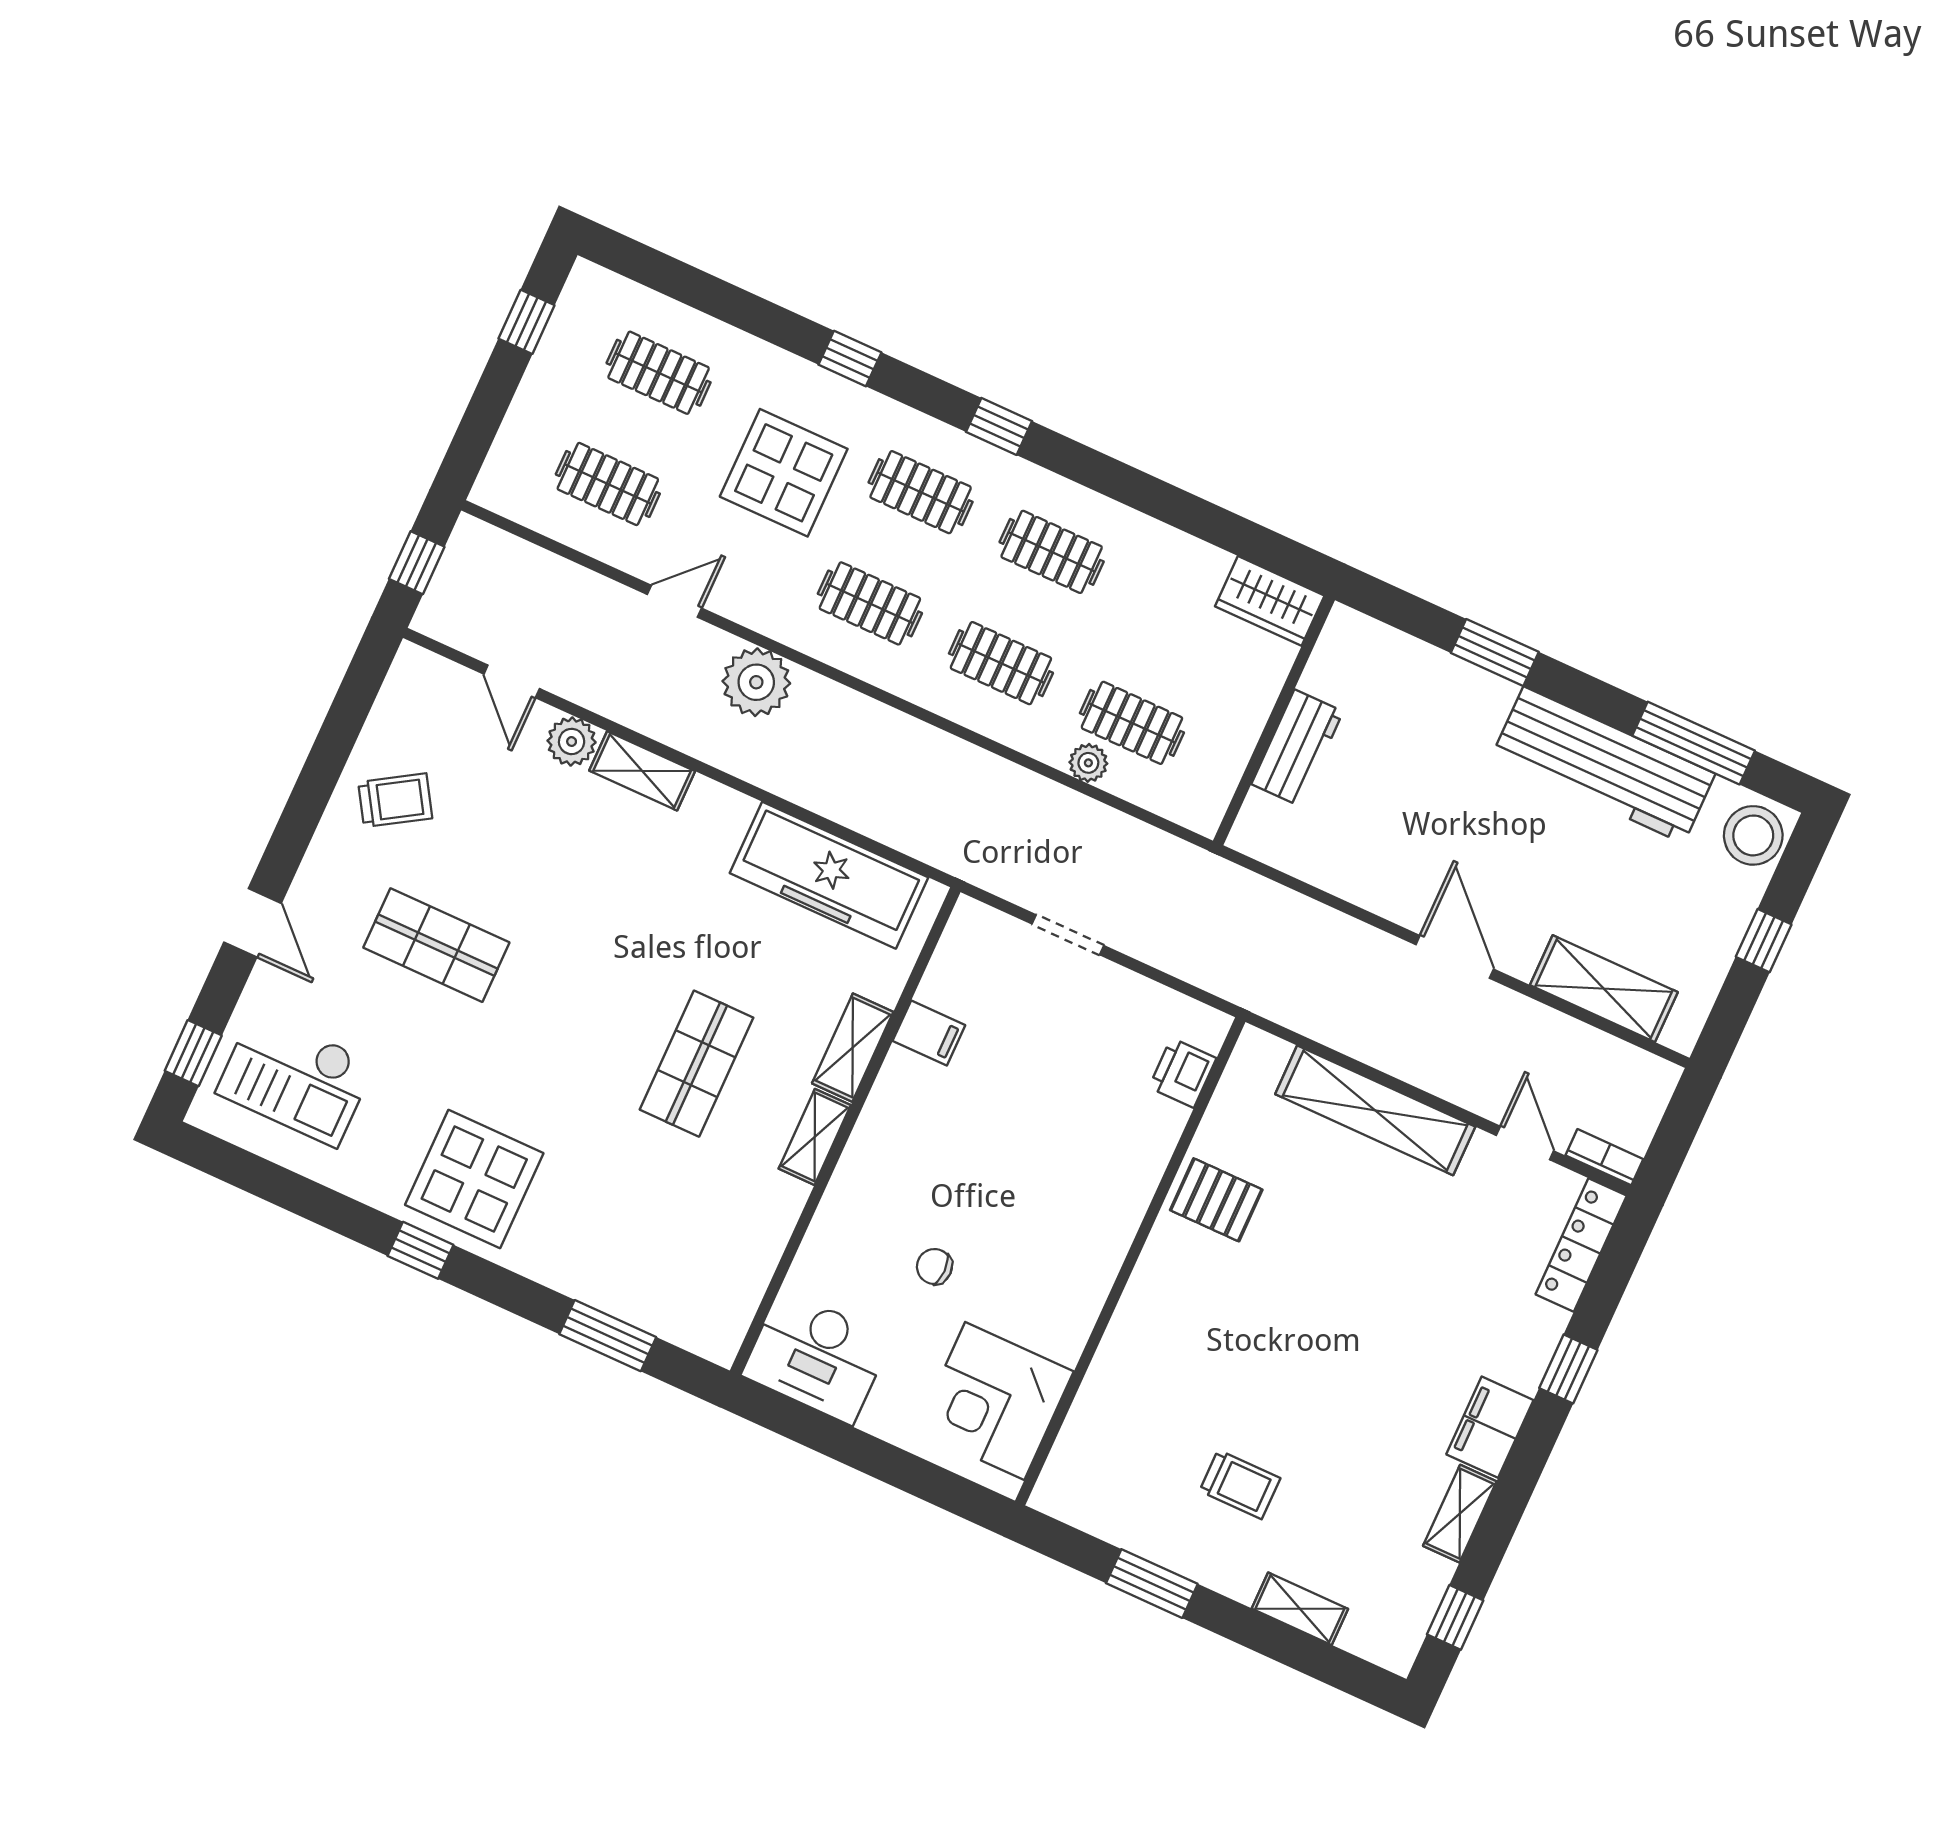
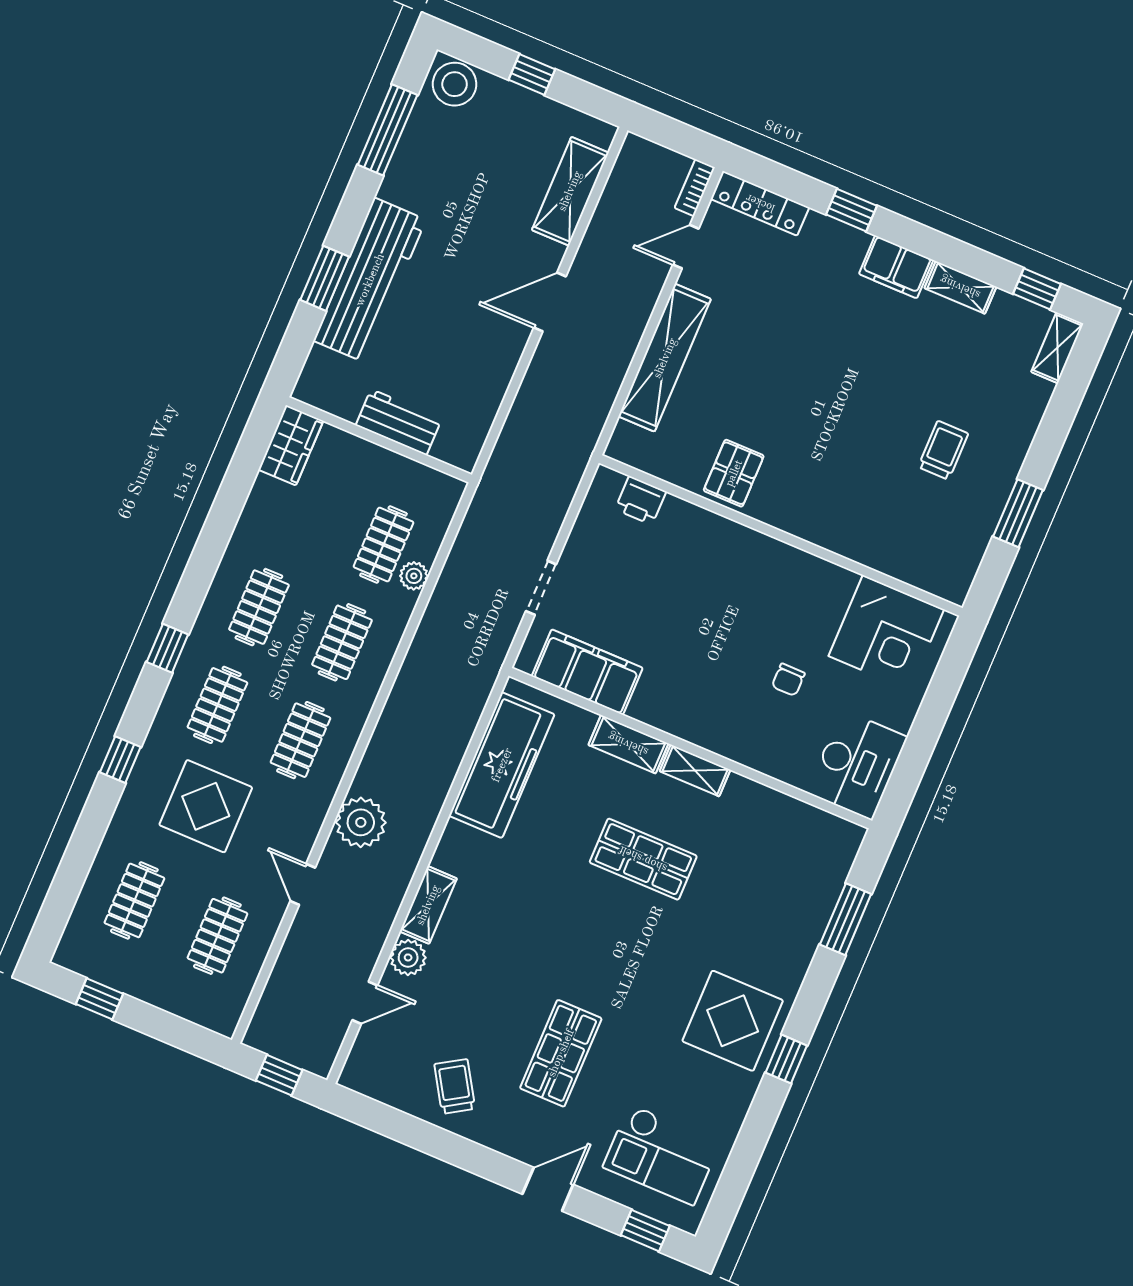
workbench: (1604, 765) -> (370, 280), moved
filing cabinet: (929, 1033) -> (587, 672), width x3.00, depth x1.17
checkout: (295, 1078) -> (662, 1155), turned 90
shelving: (1300, 1609) -> (1057, 348), moved

